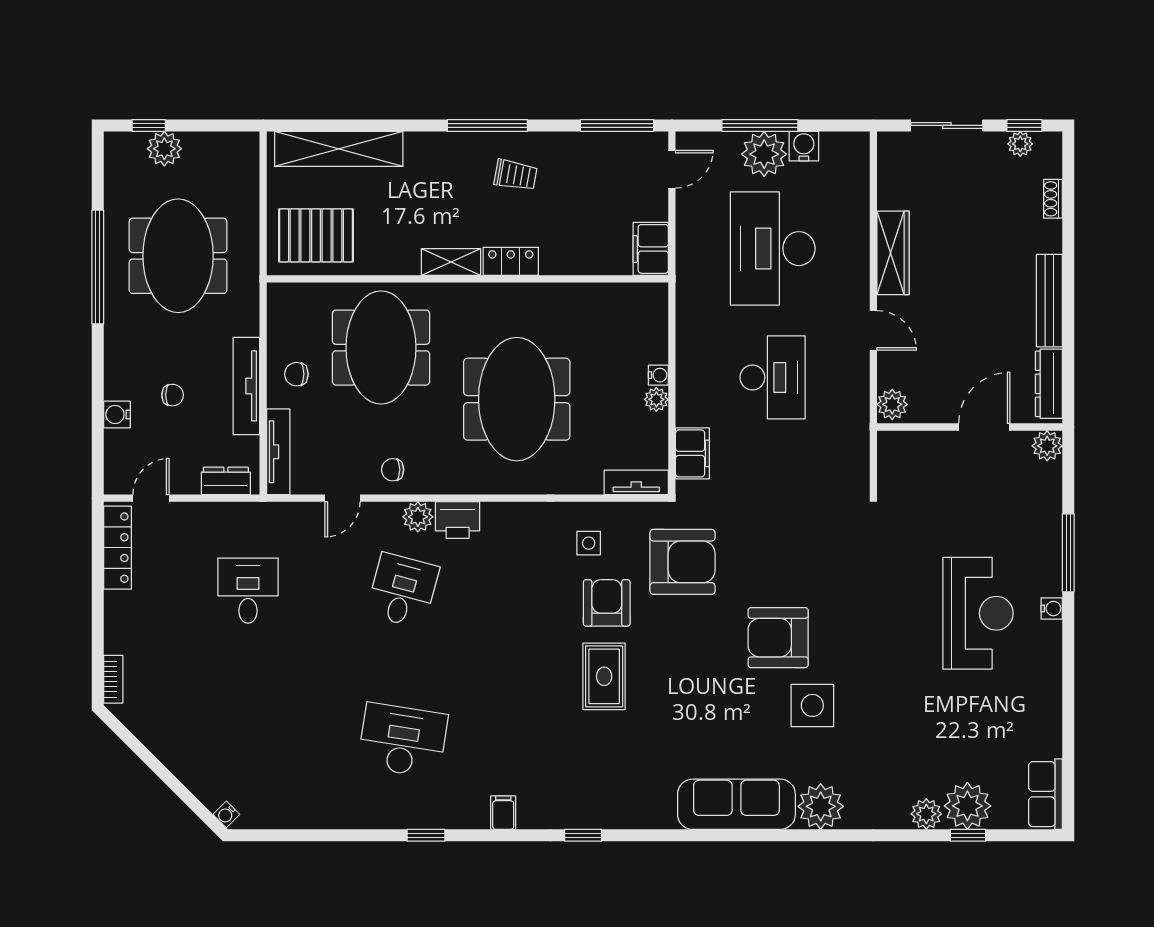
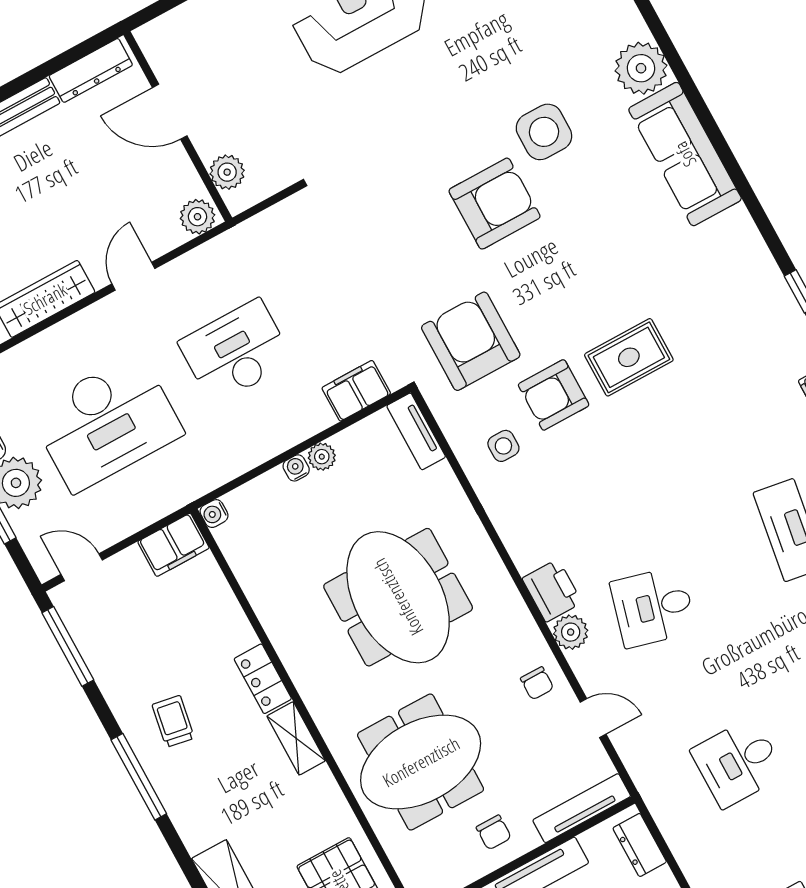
water cooler: (658, 293) -> (214, 514), added
meeting table: (517, 399) -> (398, 597), turned 90
plant: (1047, 446) -> (227, 172), moved
armchair: (778, 638) -> (495, 204), turned -90

